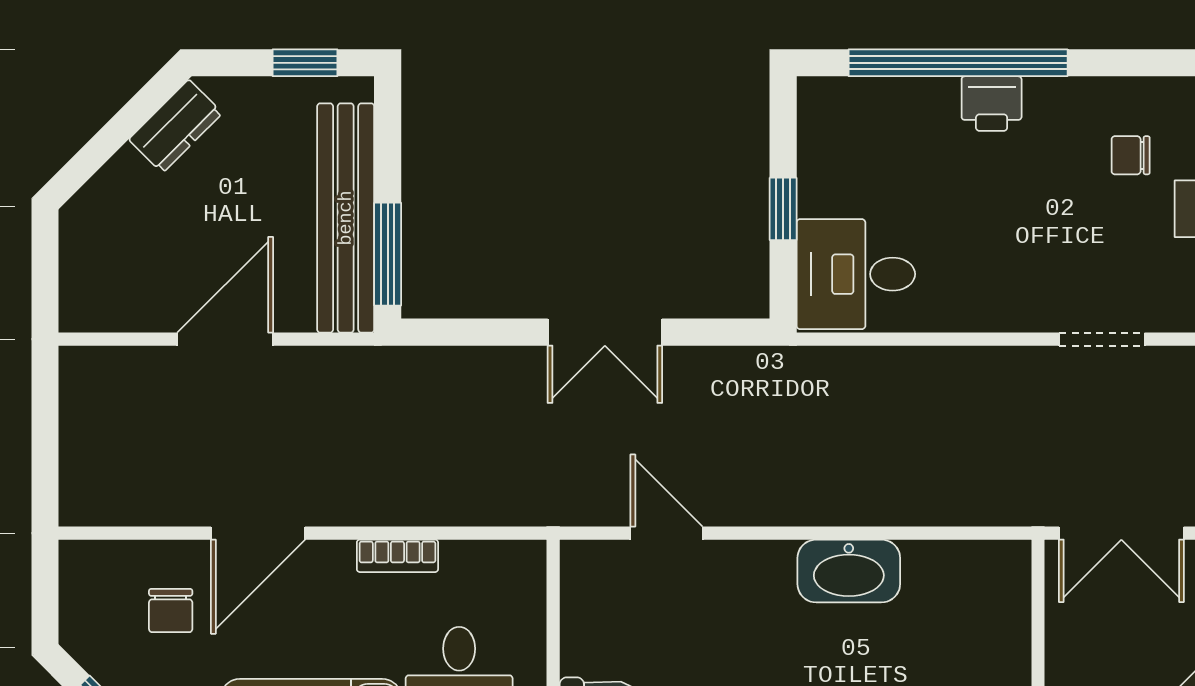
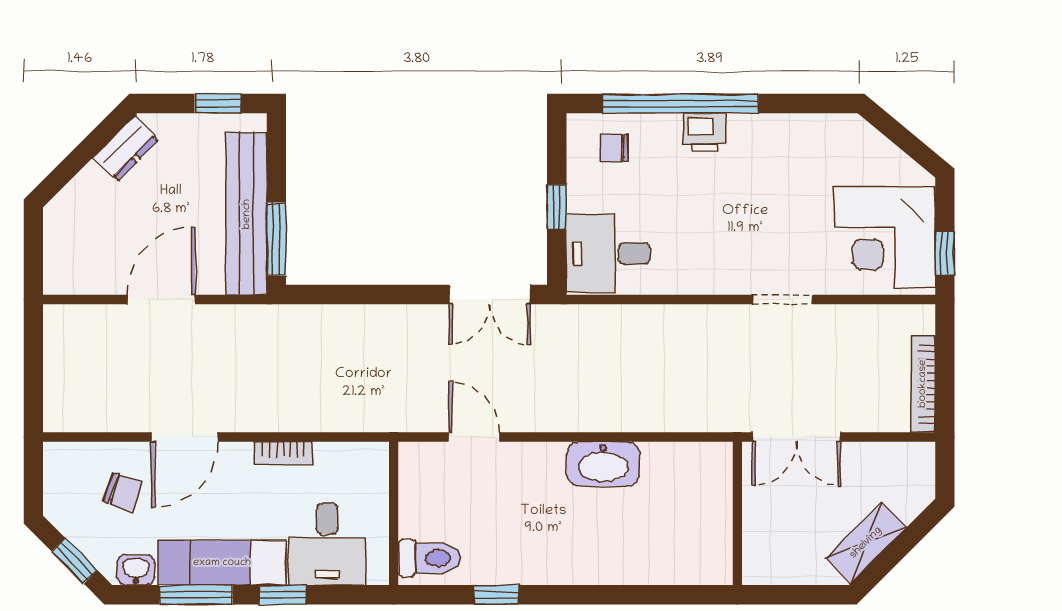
chair: (1131, 155) -> (615, 148), moved
double door: (605, 332) -> (490, 294), moved
chair: (171, 611) -> (122, 492), turned -72

